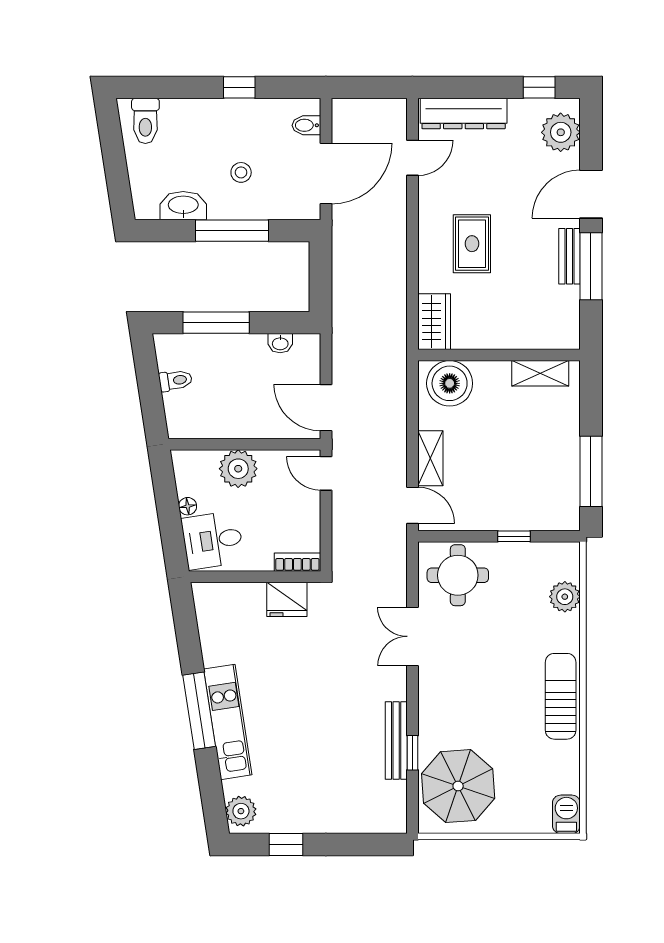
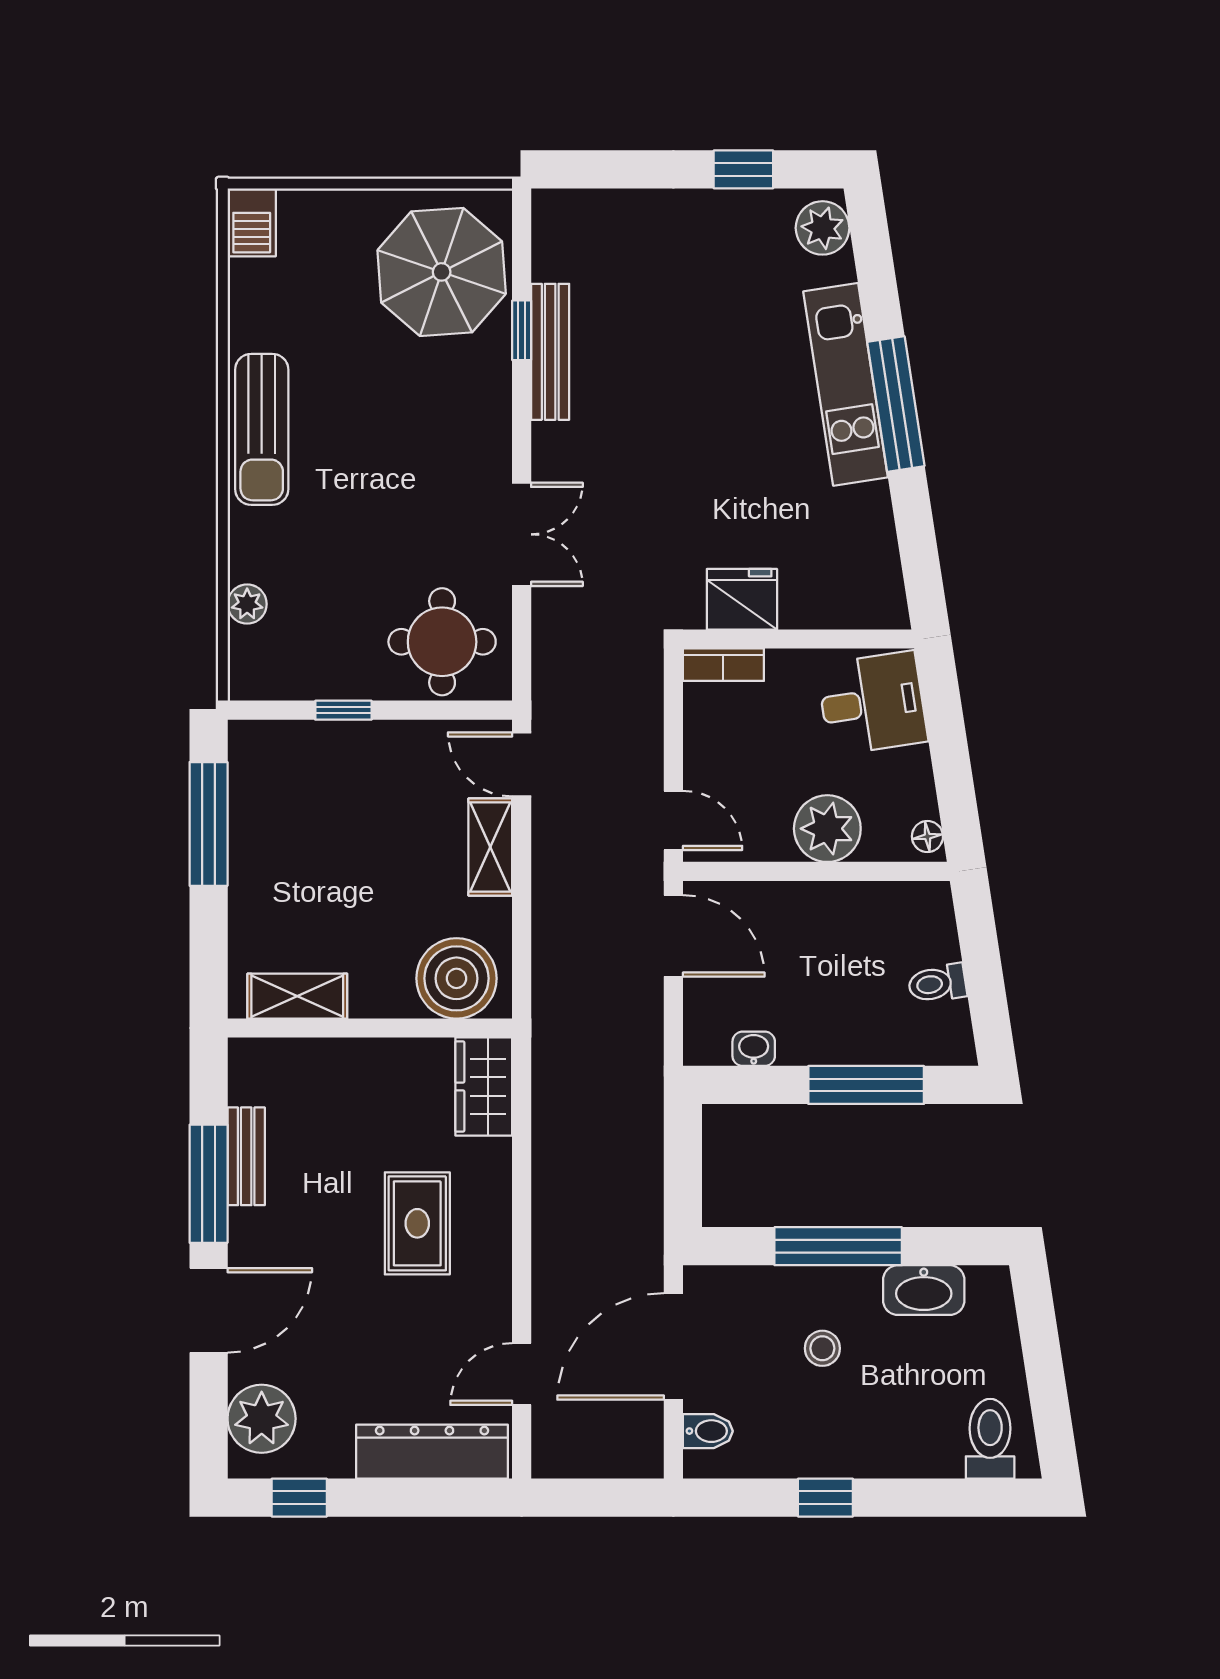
bench: (569, 256) -> (246, 1156), moved
floor lamp: (188, 506) -> (927, 837), moved
plant: (565, 597) -> (247, 604), width x0.73, depth x0.73

